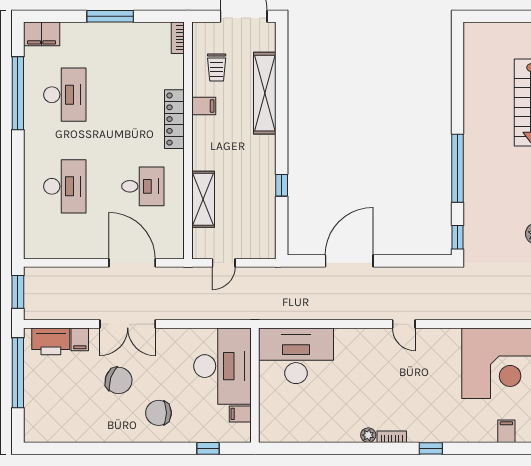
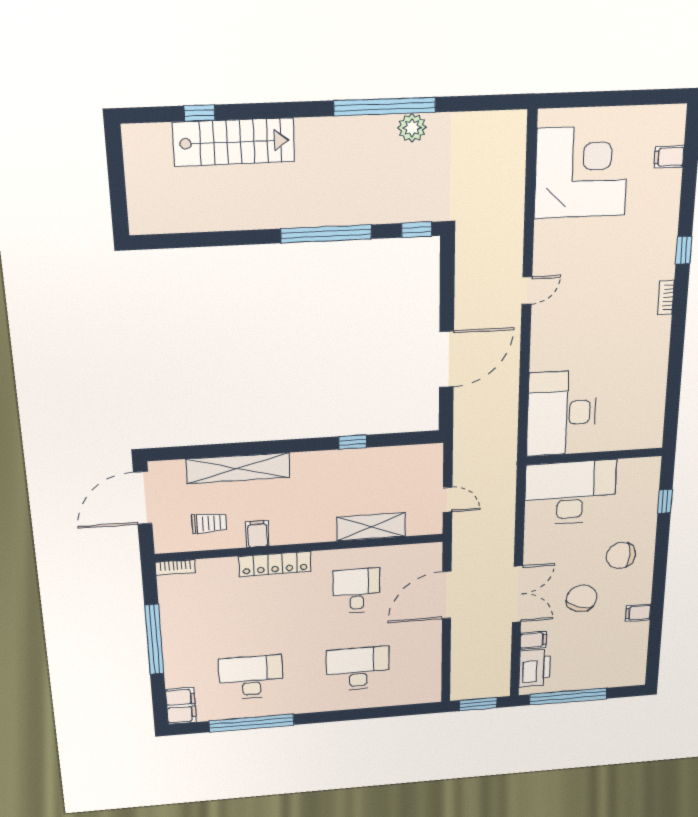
window: (110, 16) -> (154, 640), width x1.46
door: (349, 261) -> (447, 359), swing flipped
chair: (159, 413) -> (621, 555), turned 90
filing cabinet: (240, 414) -> (638, 613), moved, turned 90
plant: (368, 435) -> (662, 325), removed

